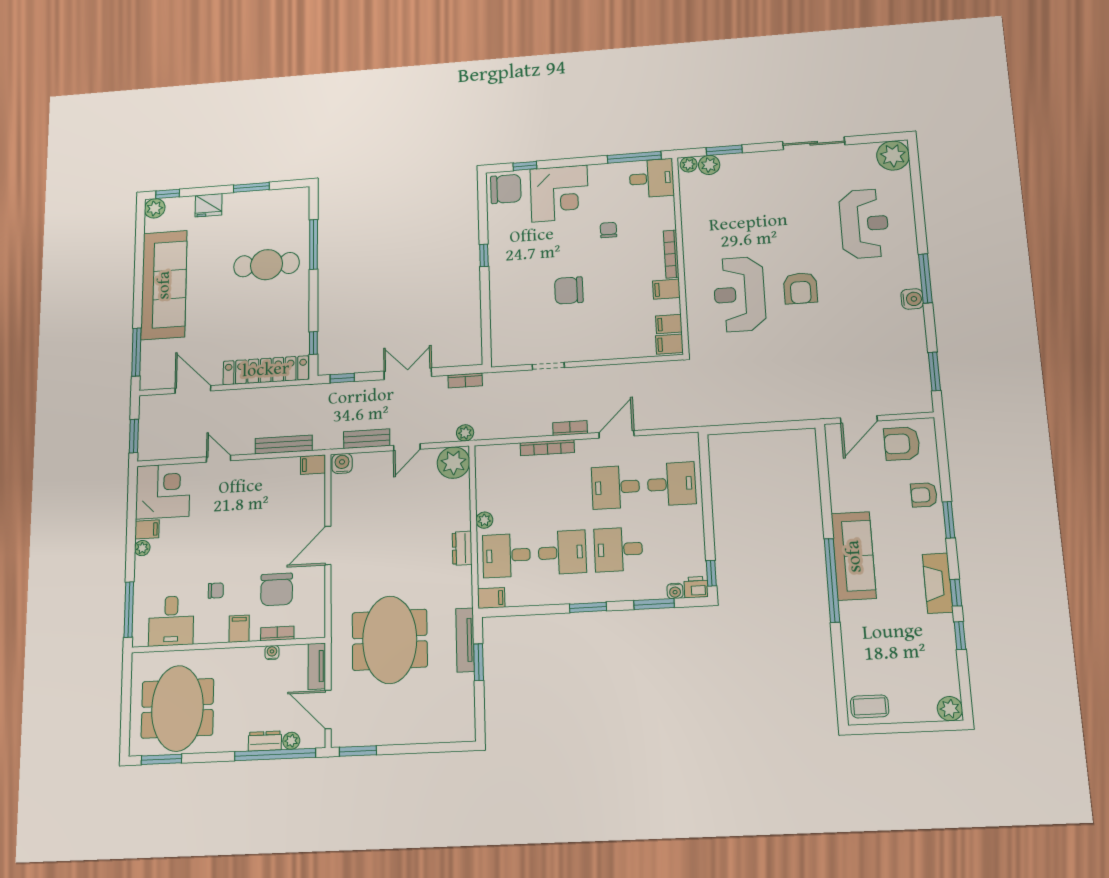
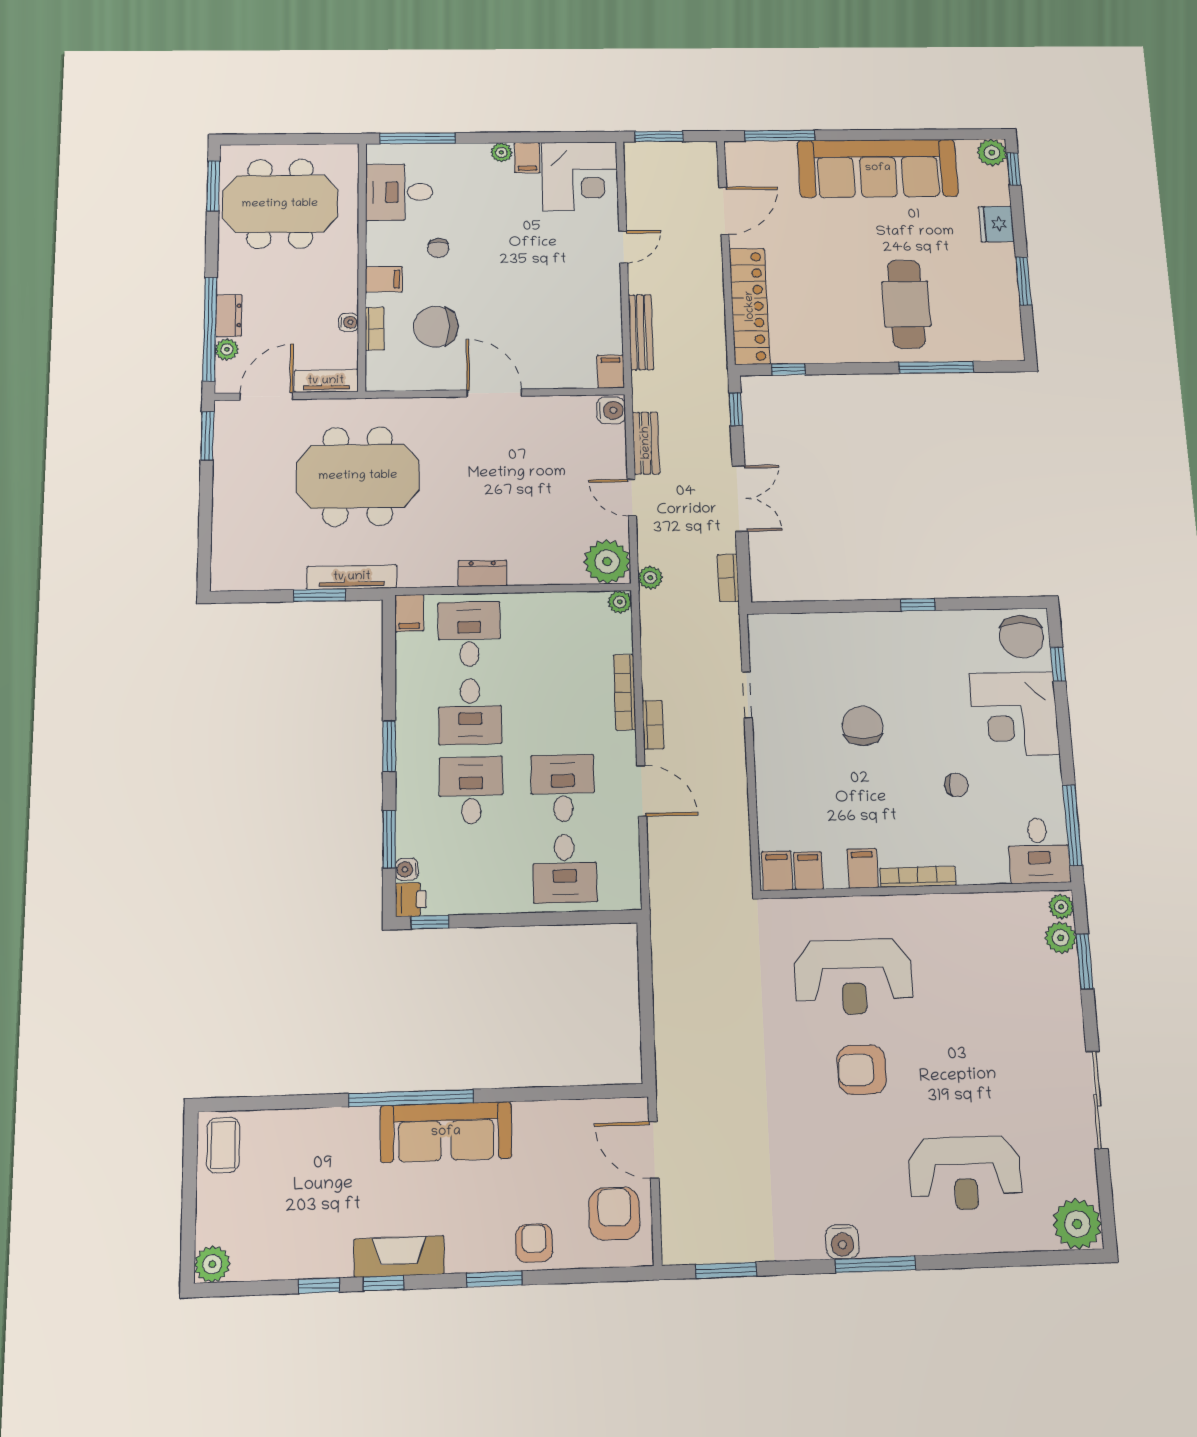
reception desk: (739, 294) -> (853, 977), turned 180
plant: (484, 520) -> (620, 602), moved

